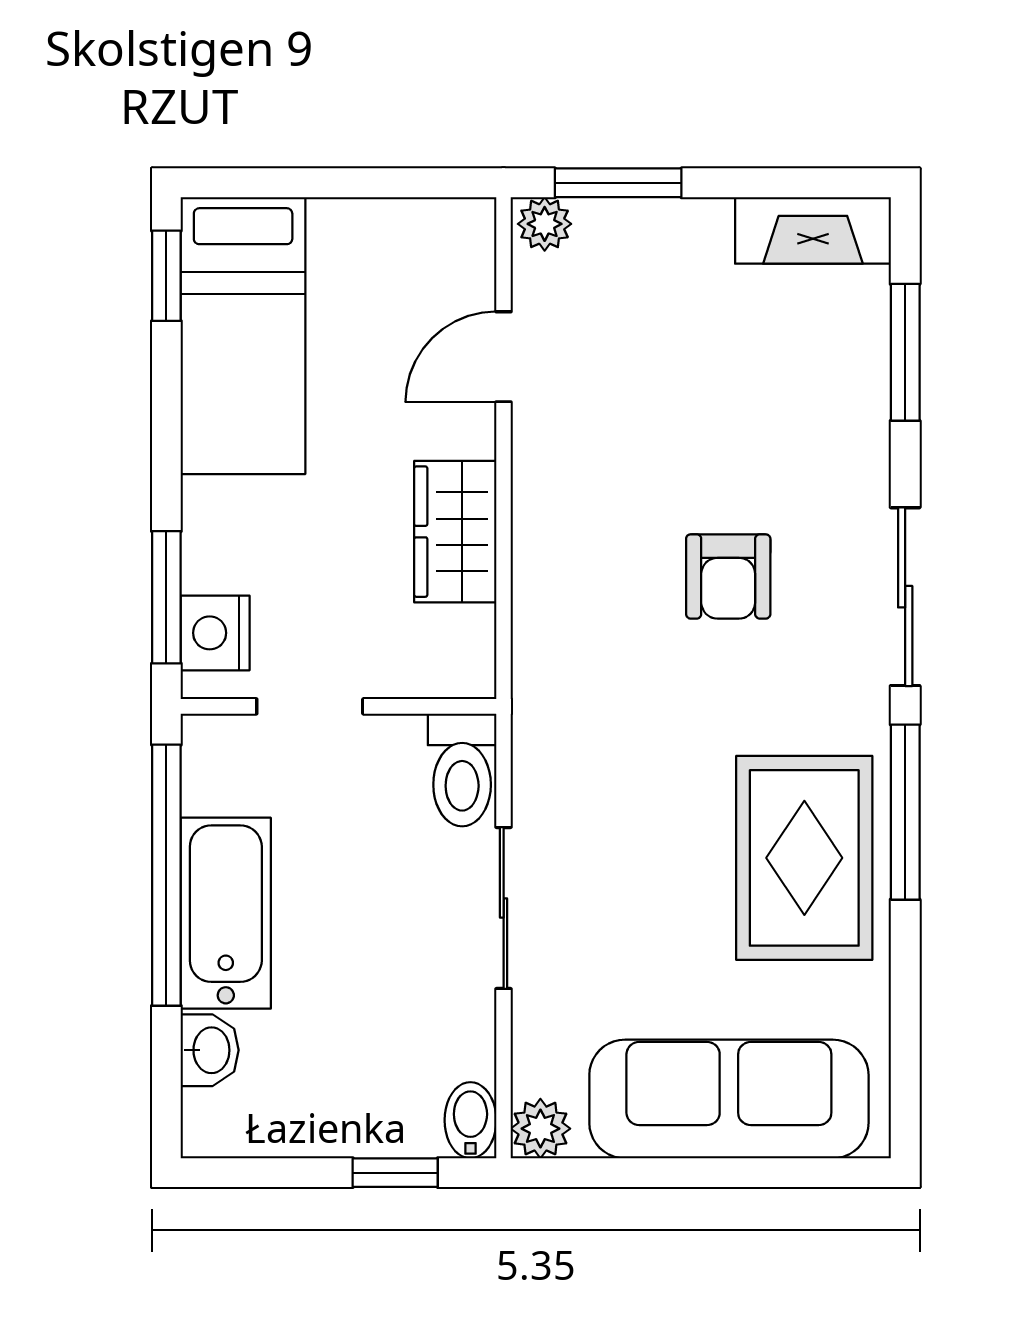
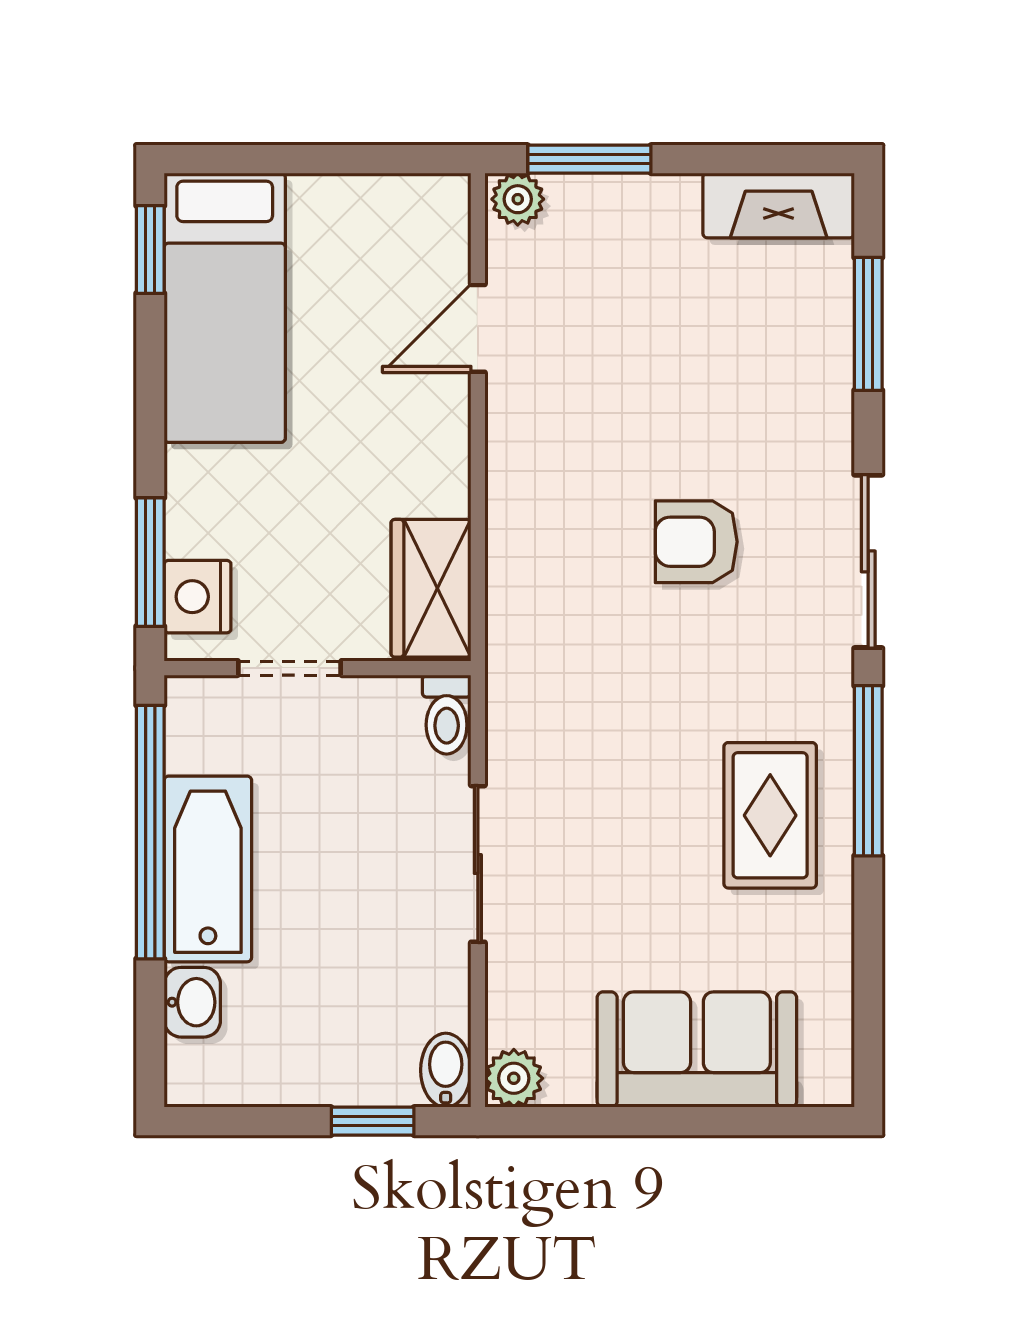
wardrobe: (455, 532) -> (431, 588), moved
armchair: (728, 576) -> (696, 542), turned 90
toilet: (462, 770) -> (447, 715), width x0.73, depth x0.72
rug: (804, 858) -> (770, 815), width x0.73, depth x0.70
sofa: (729, 1099) -> (697, 1050), width x0.73

